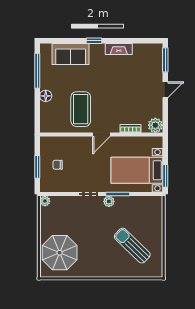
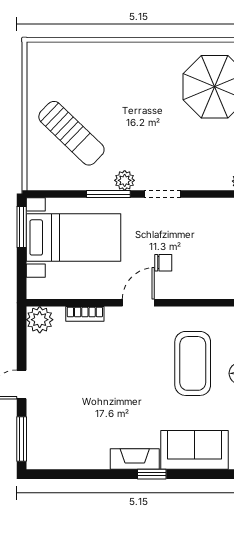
fireplace: (119, 49) -> (135, 459), moved
coffee table: (81, 109) -> (193, 363), moved
chair: (58, 165) -> (163, 263), moved
sun lounger: (132, 246) -> (71, 133), moved

